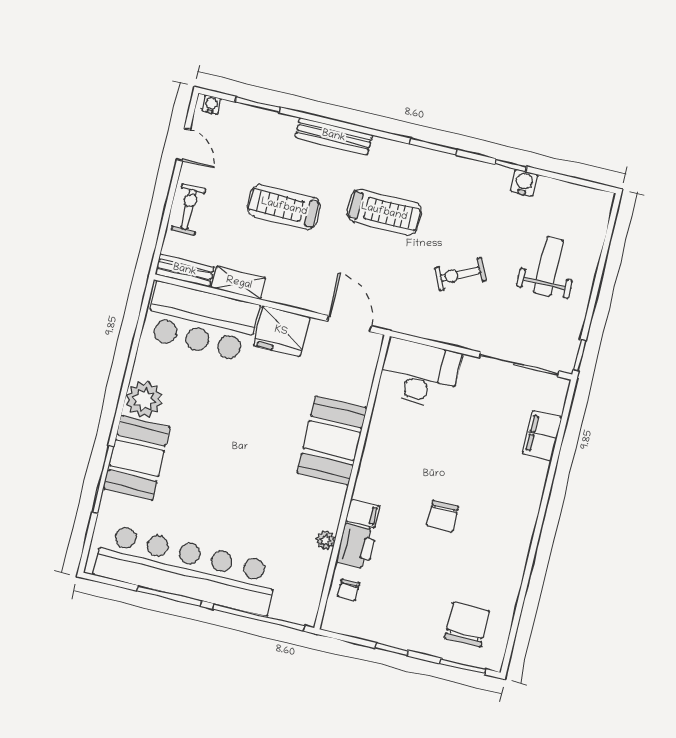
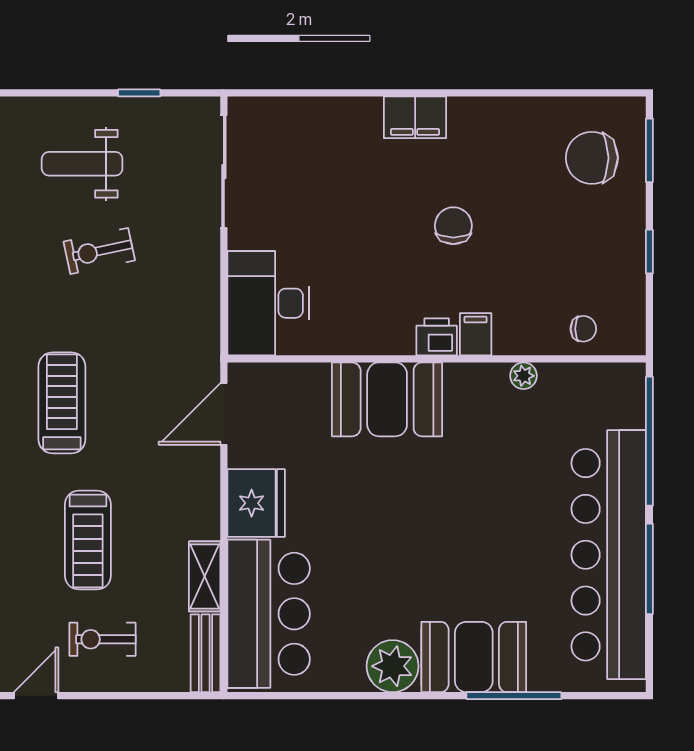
exercise bike: (188, 209) -> (103, 639), moved
exercise bike: (460, 274) -> (99, 251), moved, turned 104
window: (580, 355) -> (139, 93), moved
filing cabinet: (542, 435) -> (415, 117), moved
chair: (443, 516) -> (453, 226), turned -90
printer: (356, 546) -> (437, 337), moved, width x0.73, depth x0.81

